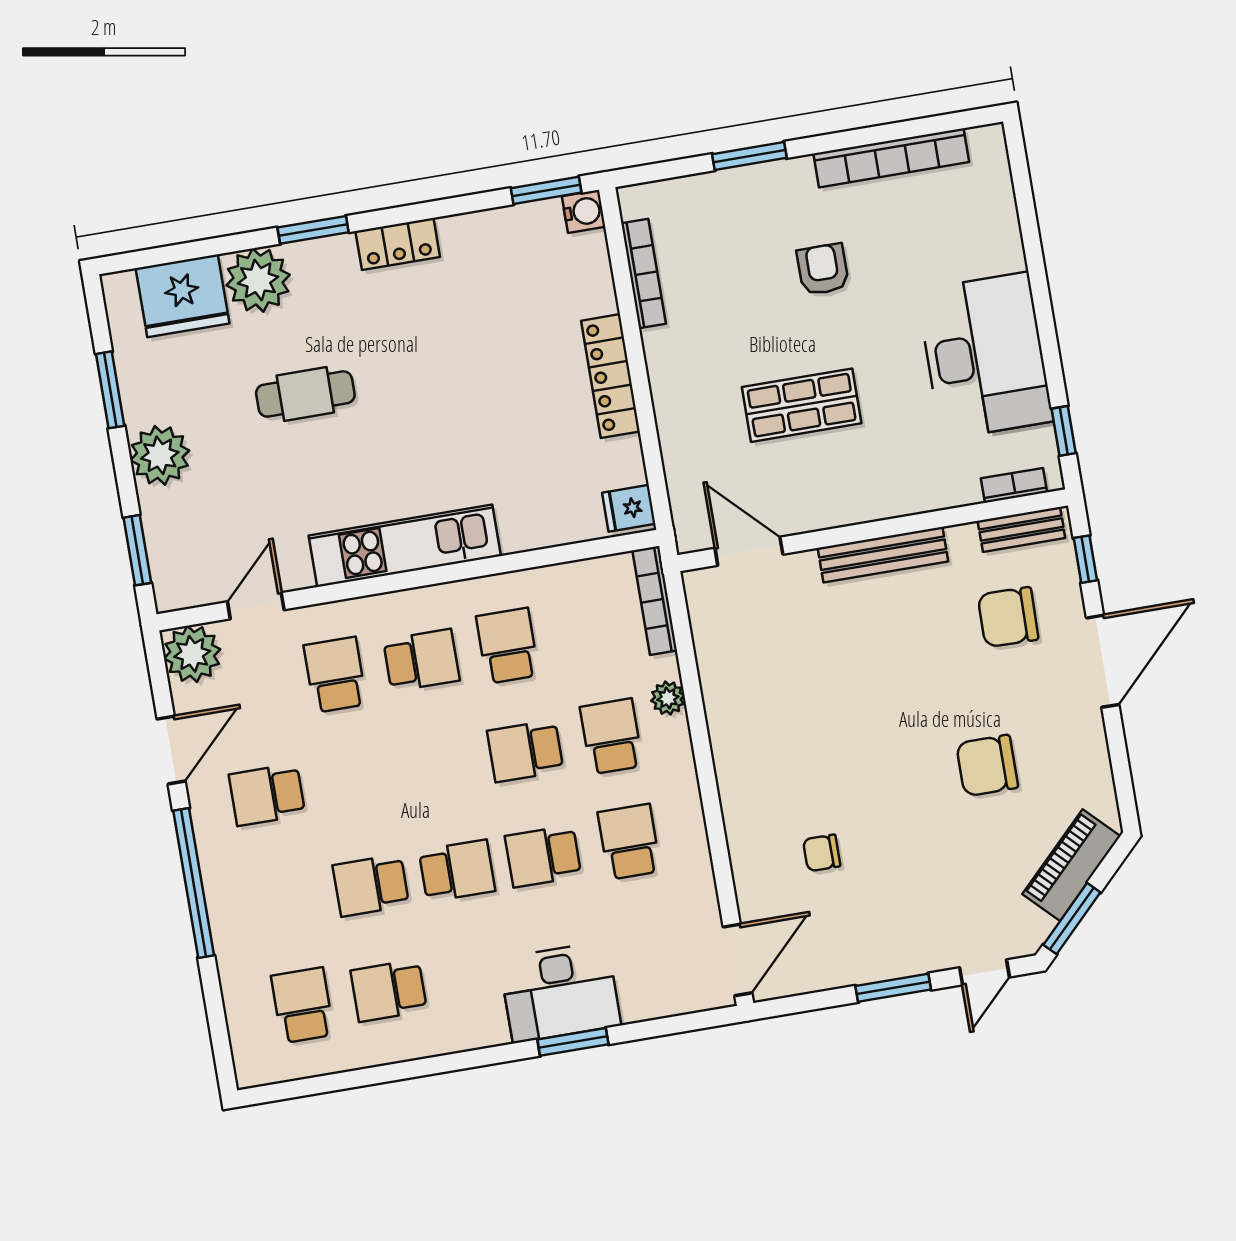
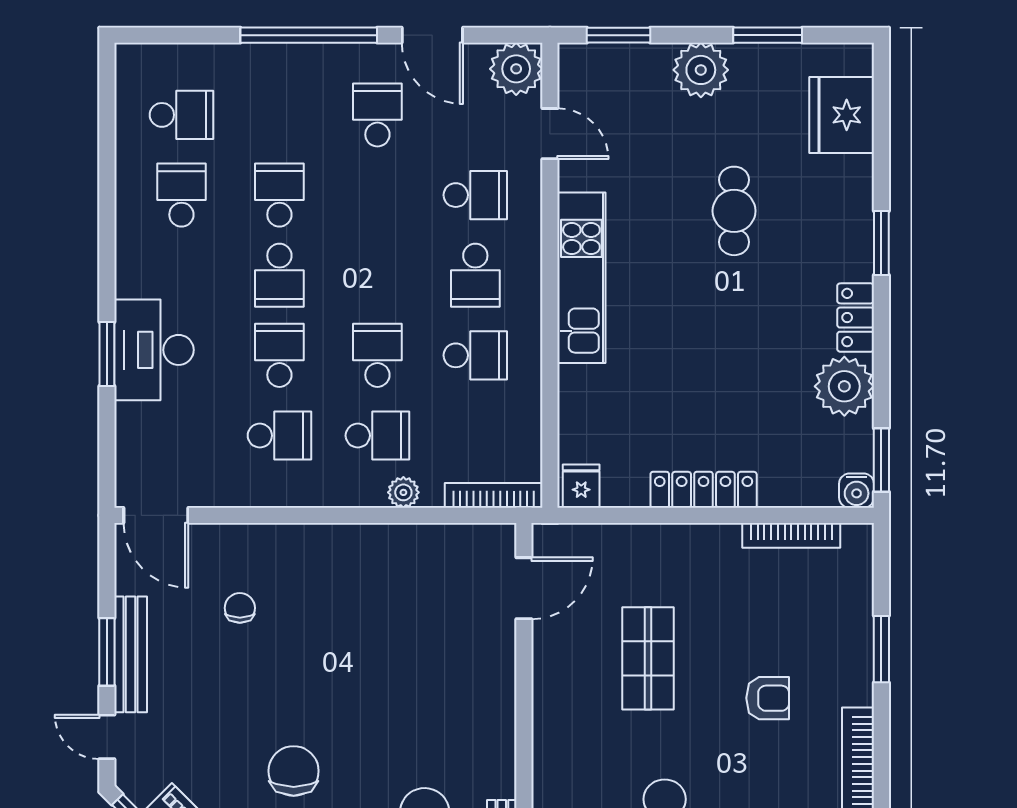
plant: (258, 280) -> (844, 386), moved
bench: (883, 555) -> (131, 654), moved

